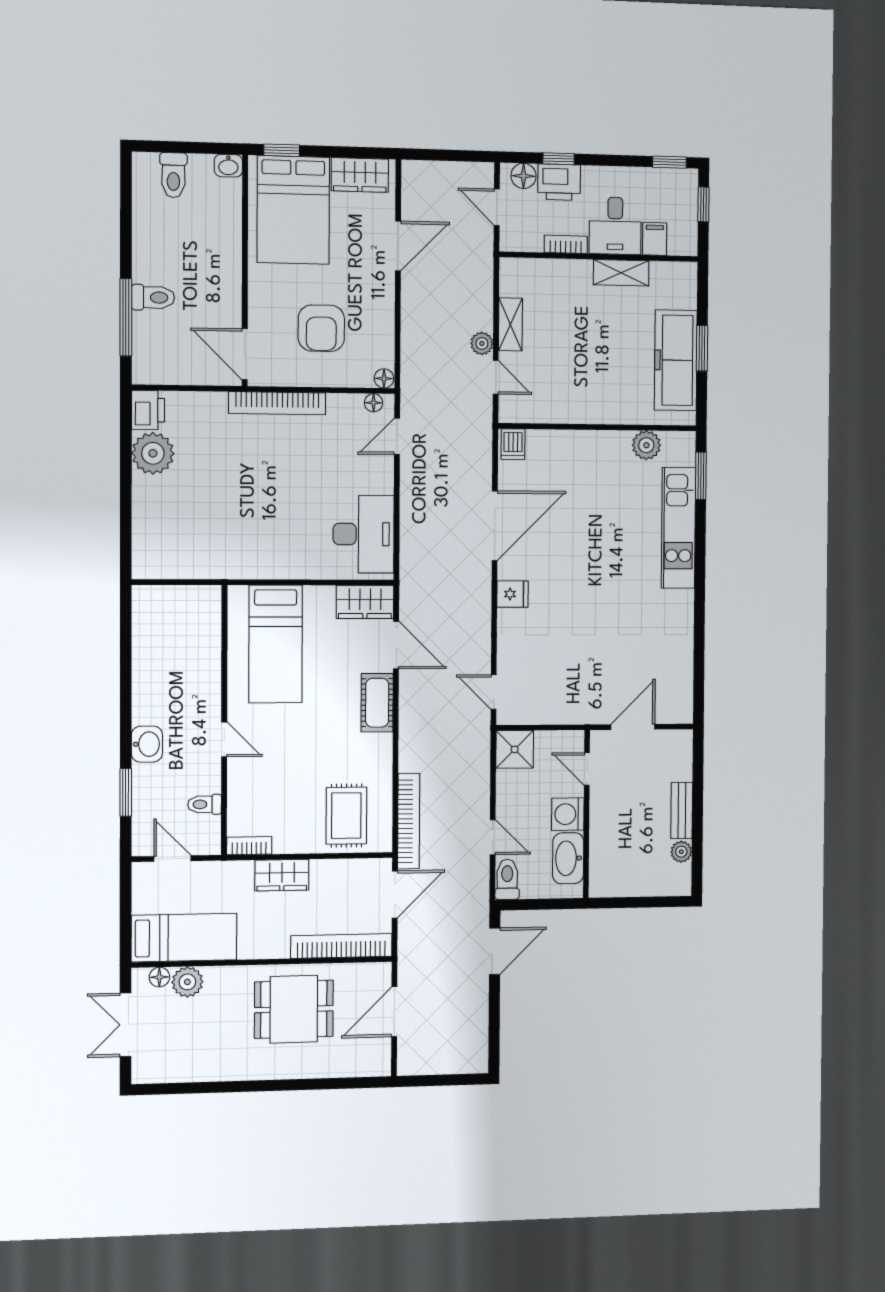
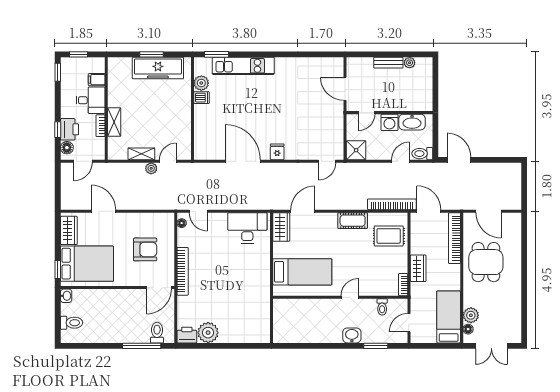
shelving: (621, 273) -> (114, 122), moved
toilet: (153, 297) -> (157, 333), moved
floor lamp: (384, 378) -> (169, 218), removed
dishwasher: (513, 444) -> (202, 98), moved
cot: (377, 703) -> (353, 221), moved

